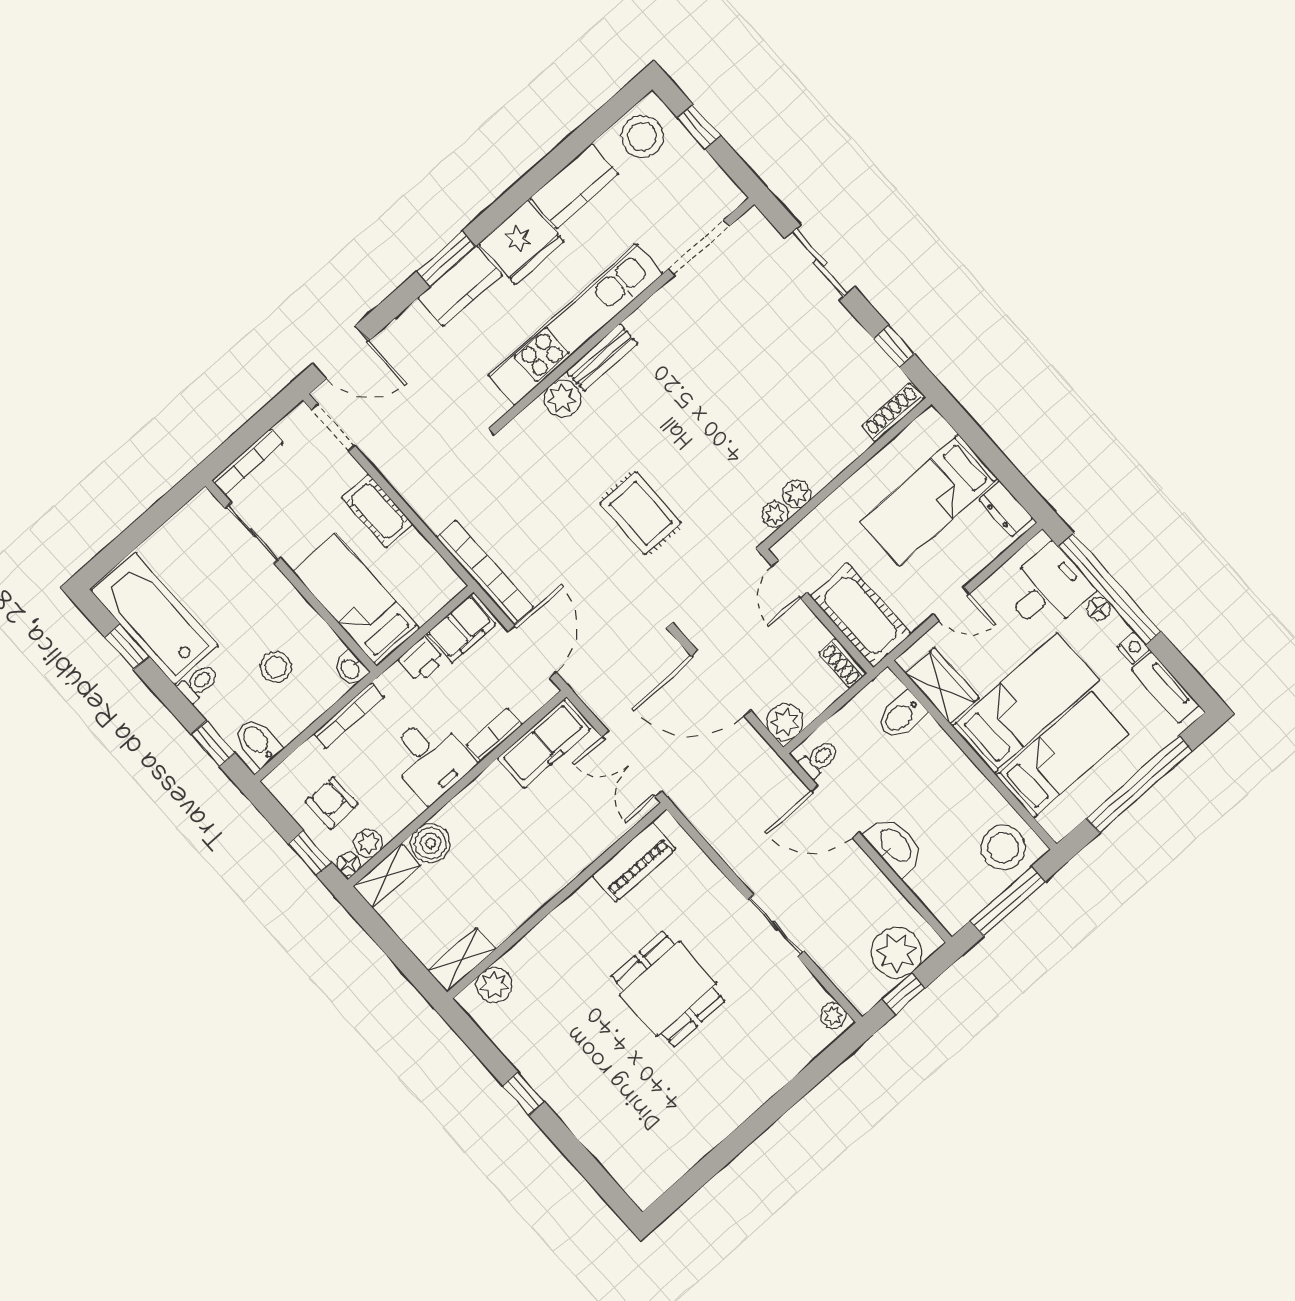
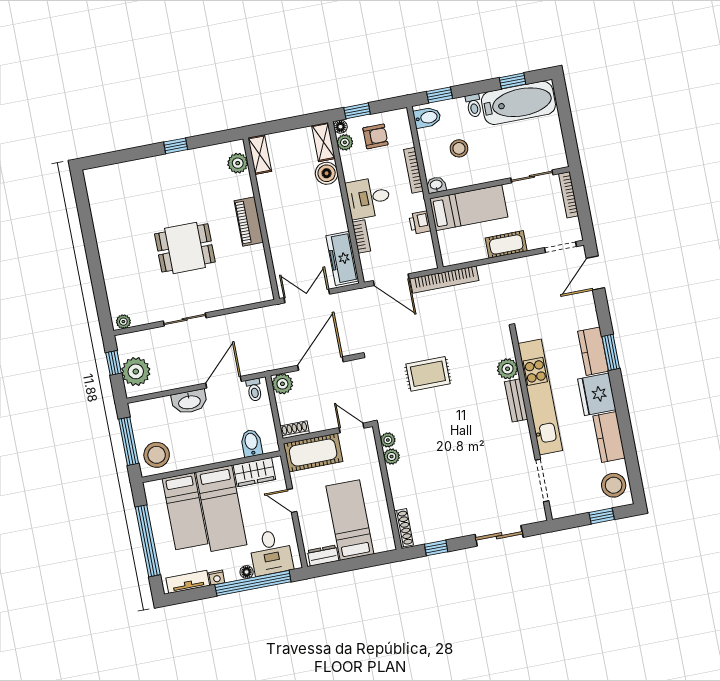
door: (951, 604) -> (292, 501), hinge flipped
filing cabinet: (461, 629) -> (423, 251), removed
piano: (634, 862) -> (249, 221), moved

